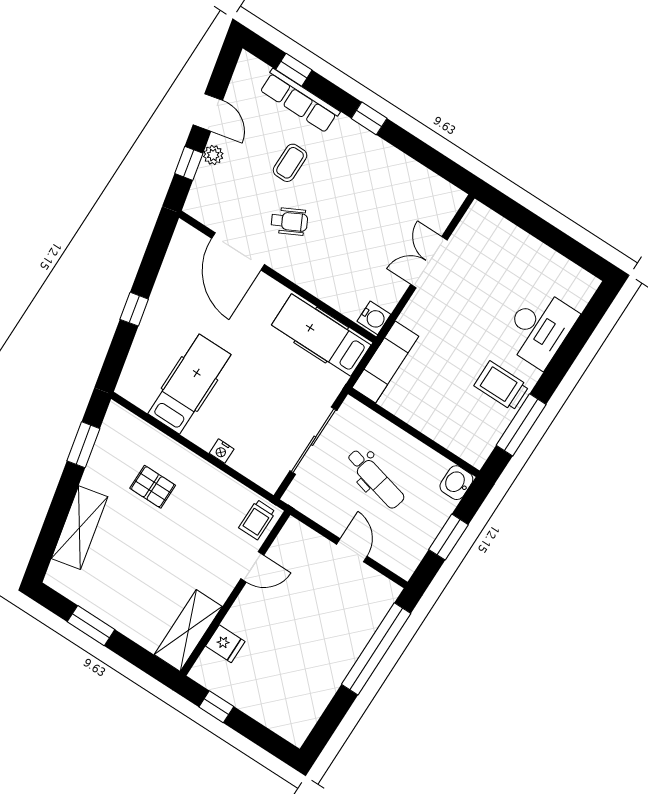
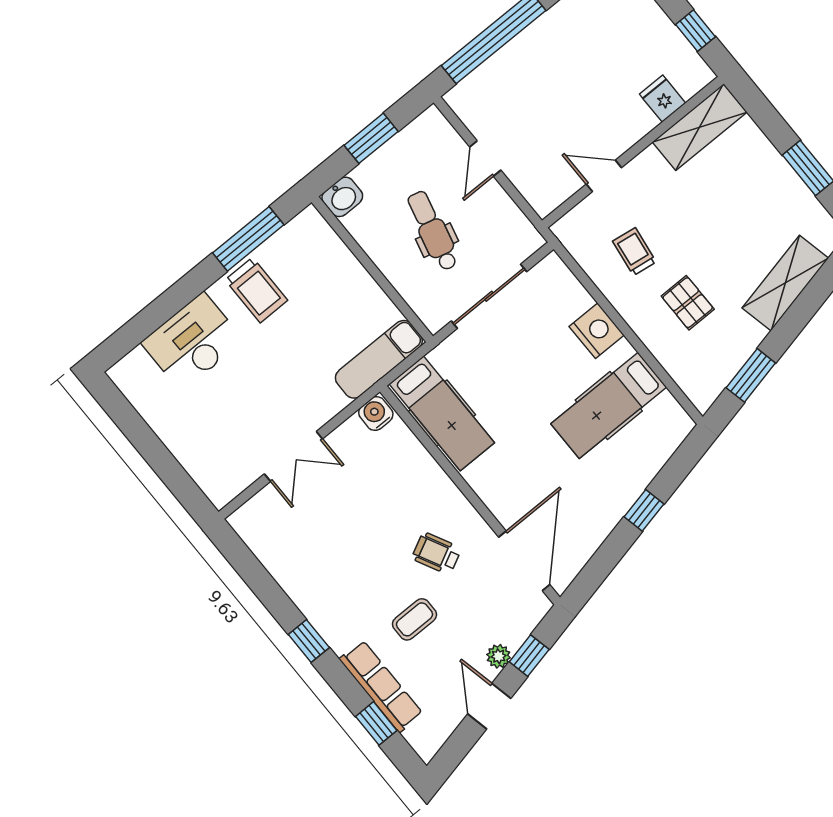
door: (238, 251) -> (524, 561), moved
nightstand: (222, 451) -> (597, 331), width x1.89, depth x1.79
trolley: (257, 520) -> (634, 252), moved, turned -82

